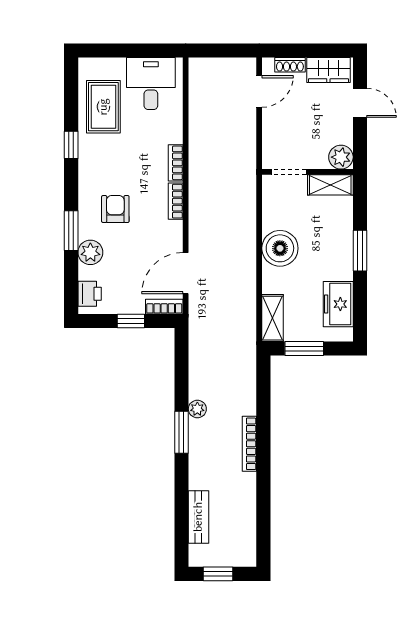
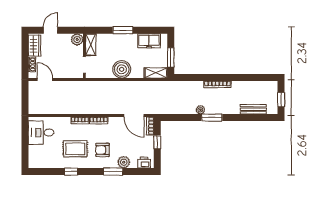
rug: (103, 107) -> (75, 149), moved

